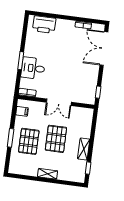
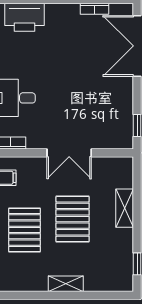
shelving: (84, 149) -> (125, 208), moved

